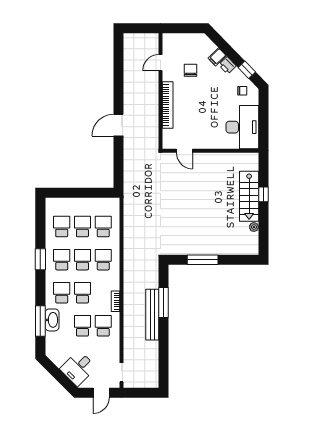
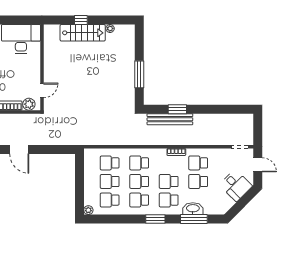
plant: (169, 136) -> (29, 104), added
plant: (50, 203) -> (88, 210), added
window: (40, 259) -> (155, 219), moved
window: (164, 302) -> (177, 109), width x0.69
bench: (152, 315) -> (170, 119), moved

